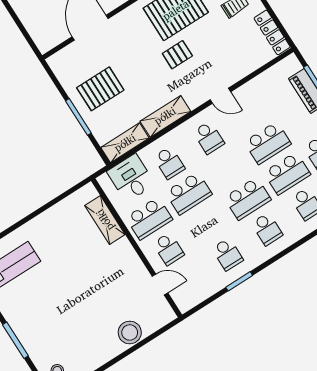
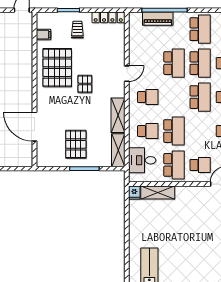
fridge: (87, 193) -> (134, 193), added

